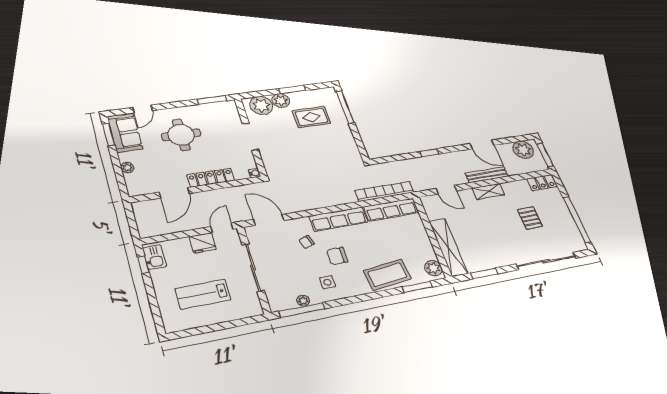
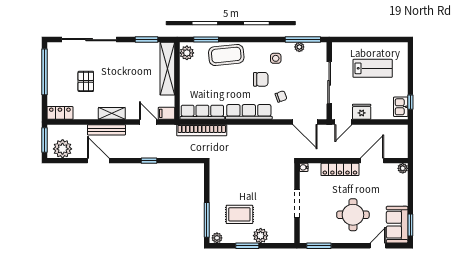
plant: (261, 105) -> (217, 238), moved, width x0.53, depth x0.53
plant: (127, 168) -> (403, 168), moved
filing cabinet: (430, 202) -> (166, 113), added

